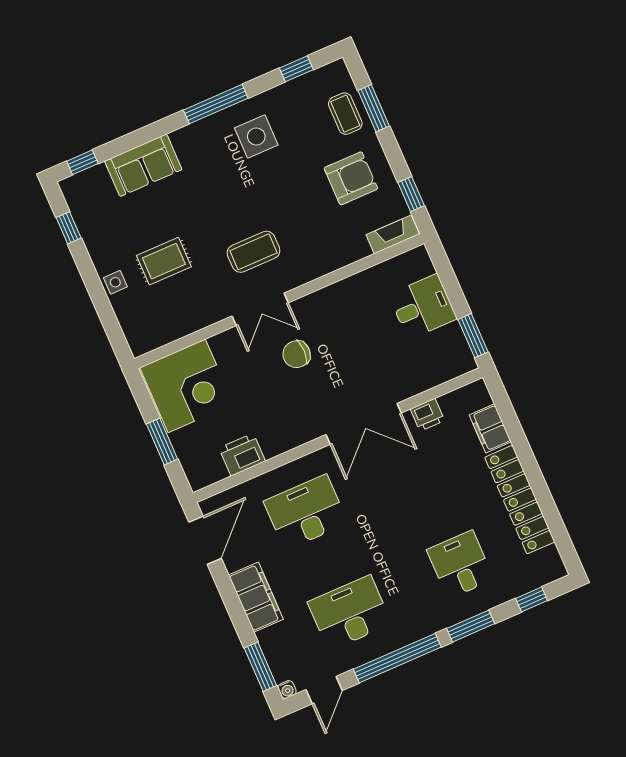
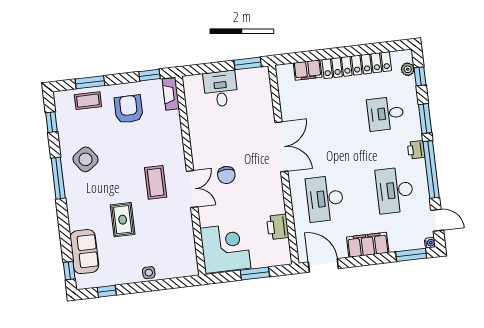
side table: (256, 136) -> (86, 159), turned -36
sofa: (143, 165) -> (84, 252), moved
rug: (164, 261) -> (123, 220), moved
printer: (427, 415) -> (416, 150), moved, turned 180
plant: (537, 578) -> (408, 69), added

